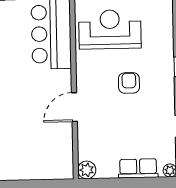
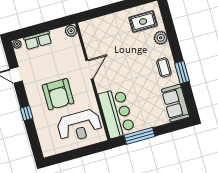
armchair: (129, 83) -> (58, 94), width x1.88, depth x1.88

